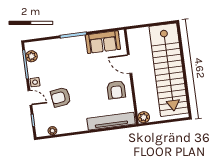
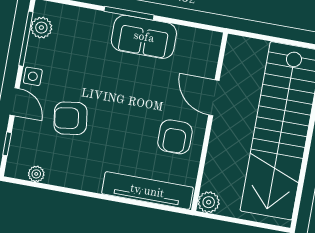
sofa: (103, 42) -> (144, 37), moved

